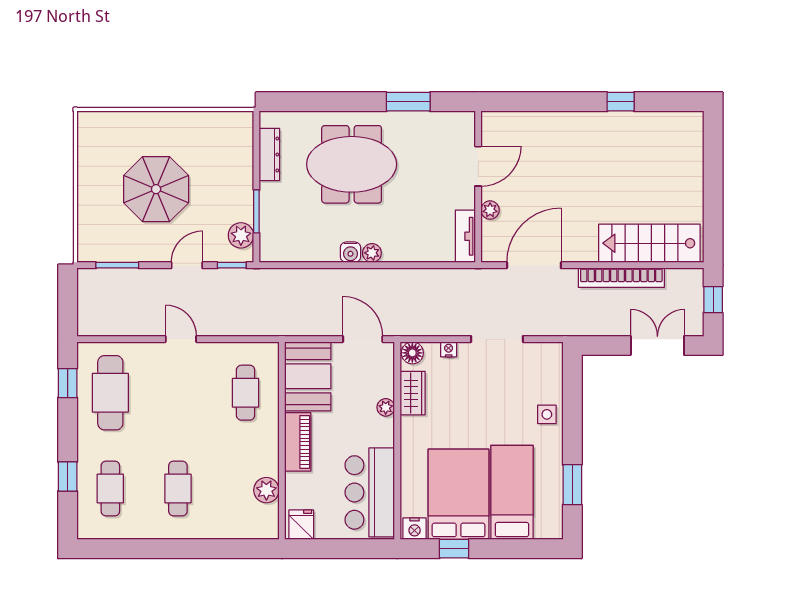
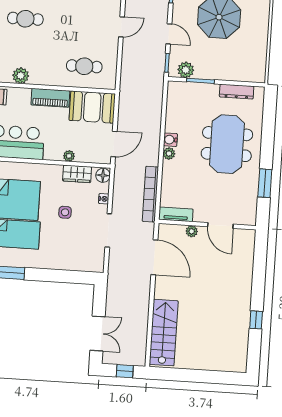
bookcase: (621, 278) -> (150, 194), moved
side table: (547, 414) -> (65, 212), moved

